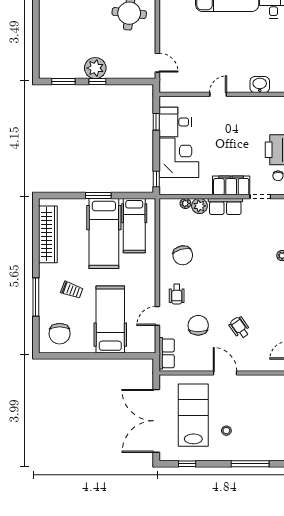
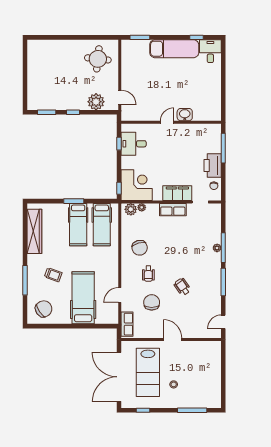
plant: (95, 68) -> (96, 102), moved
washbasin: (260, 85) -> (185, 115), moved
corner desk: (179, 158) -> (137, 185), moved
plant: (199, 206) -> (131, 209), moved
hospital bed: (104, 233) -> (78, 225), width x0.73, depth x0.78
wheelchair: (177, 294) -> (148, 274), moved
wheelchair: (240, 328) -> (182, 287), moved
chair: (60, 334) -> (44, 309), turned -124
lab bench: (193, 415) -> (148, 372), turned 180

